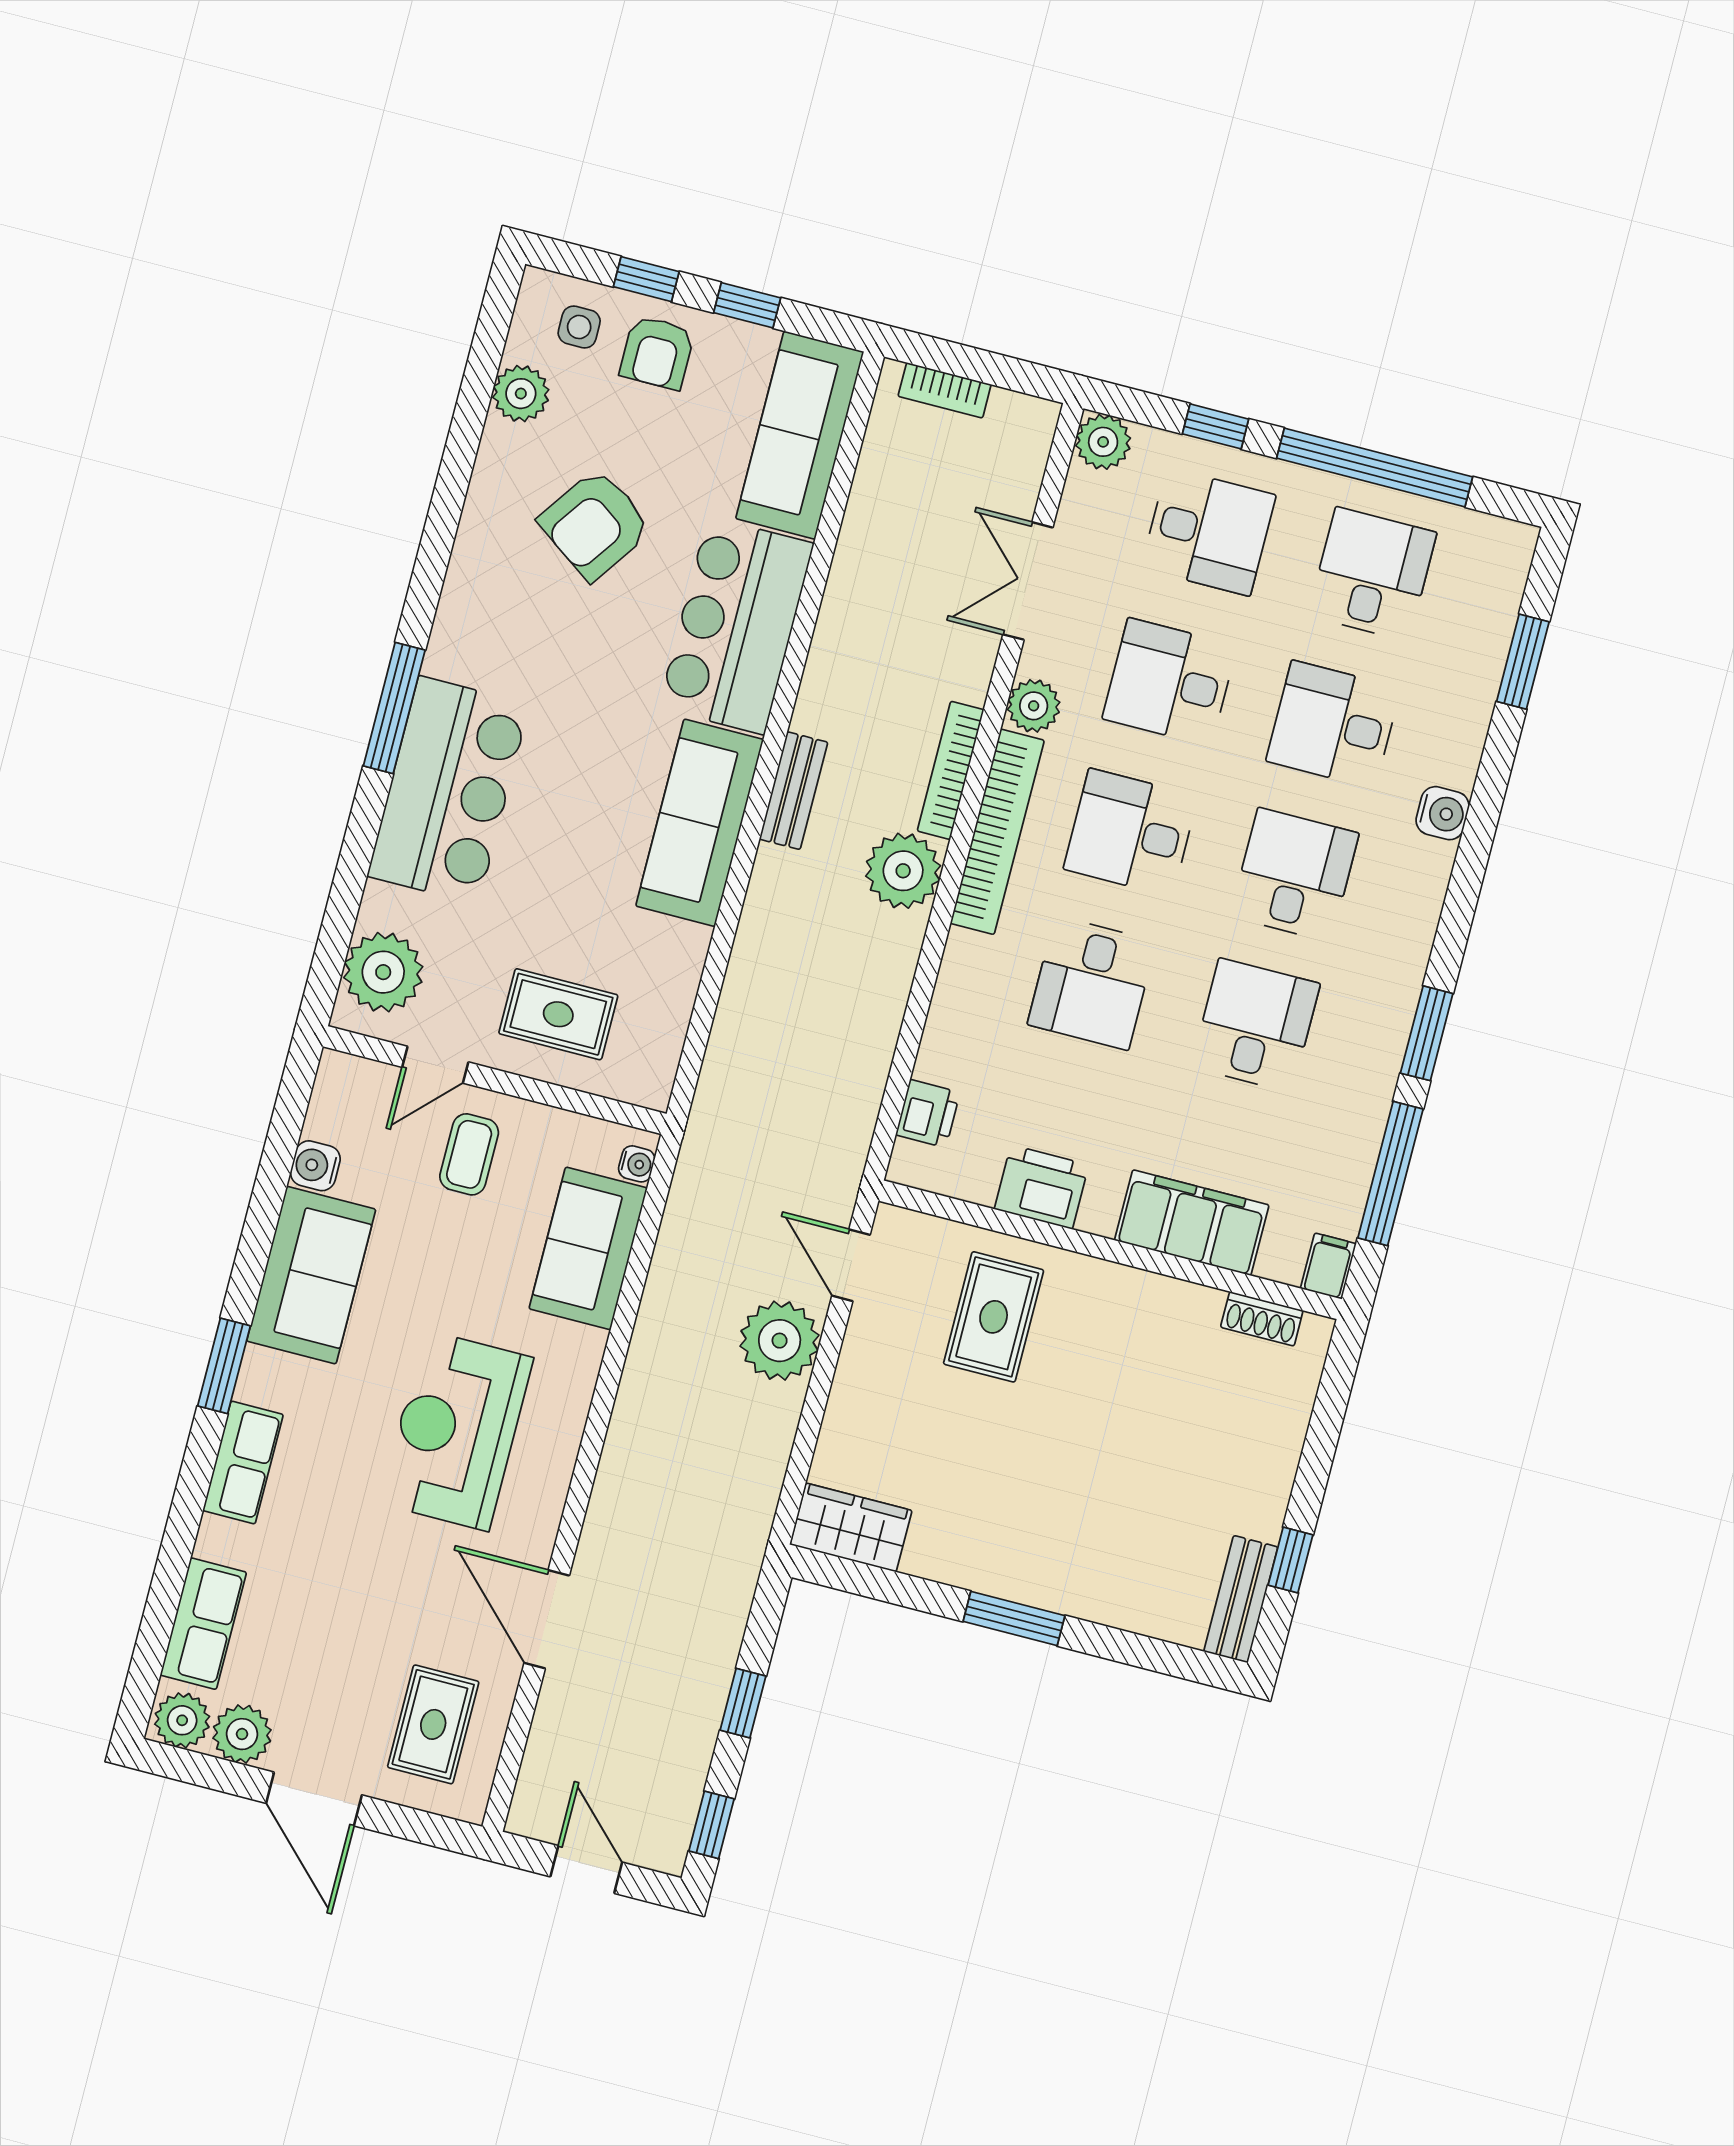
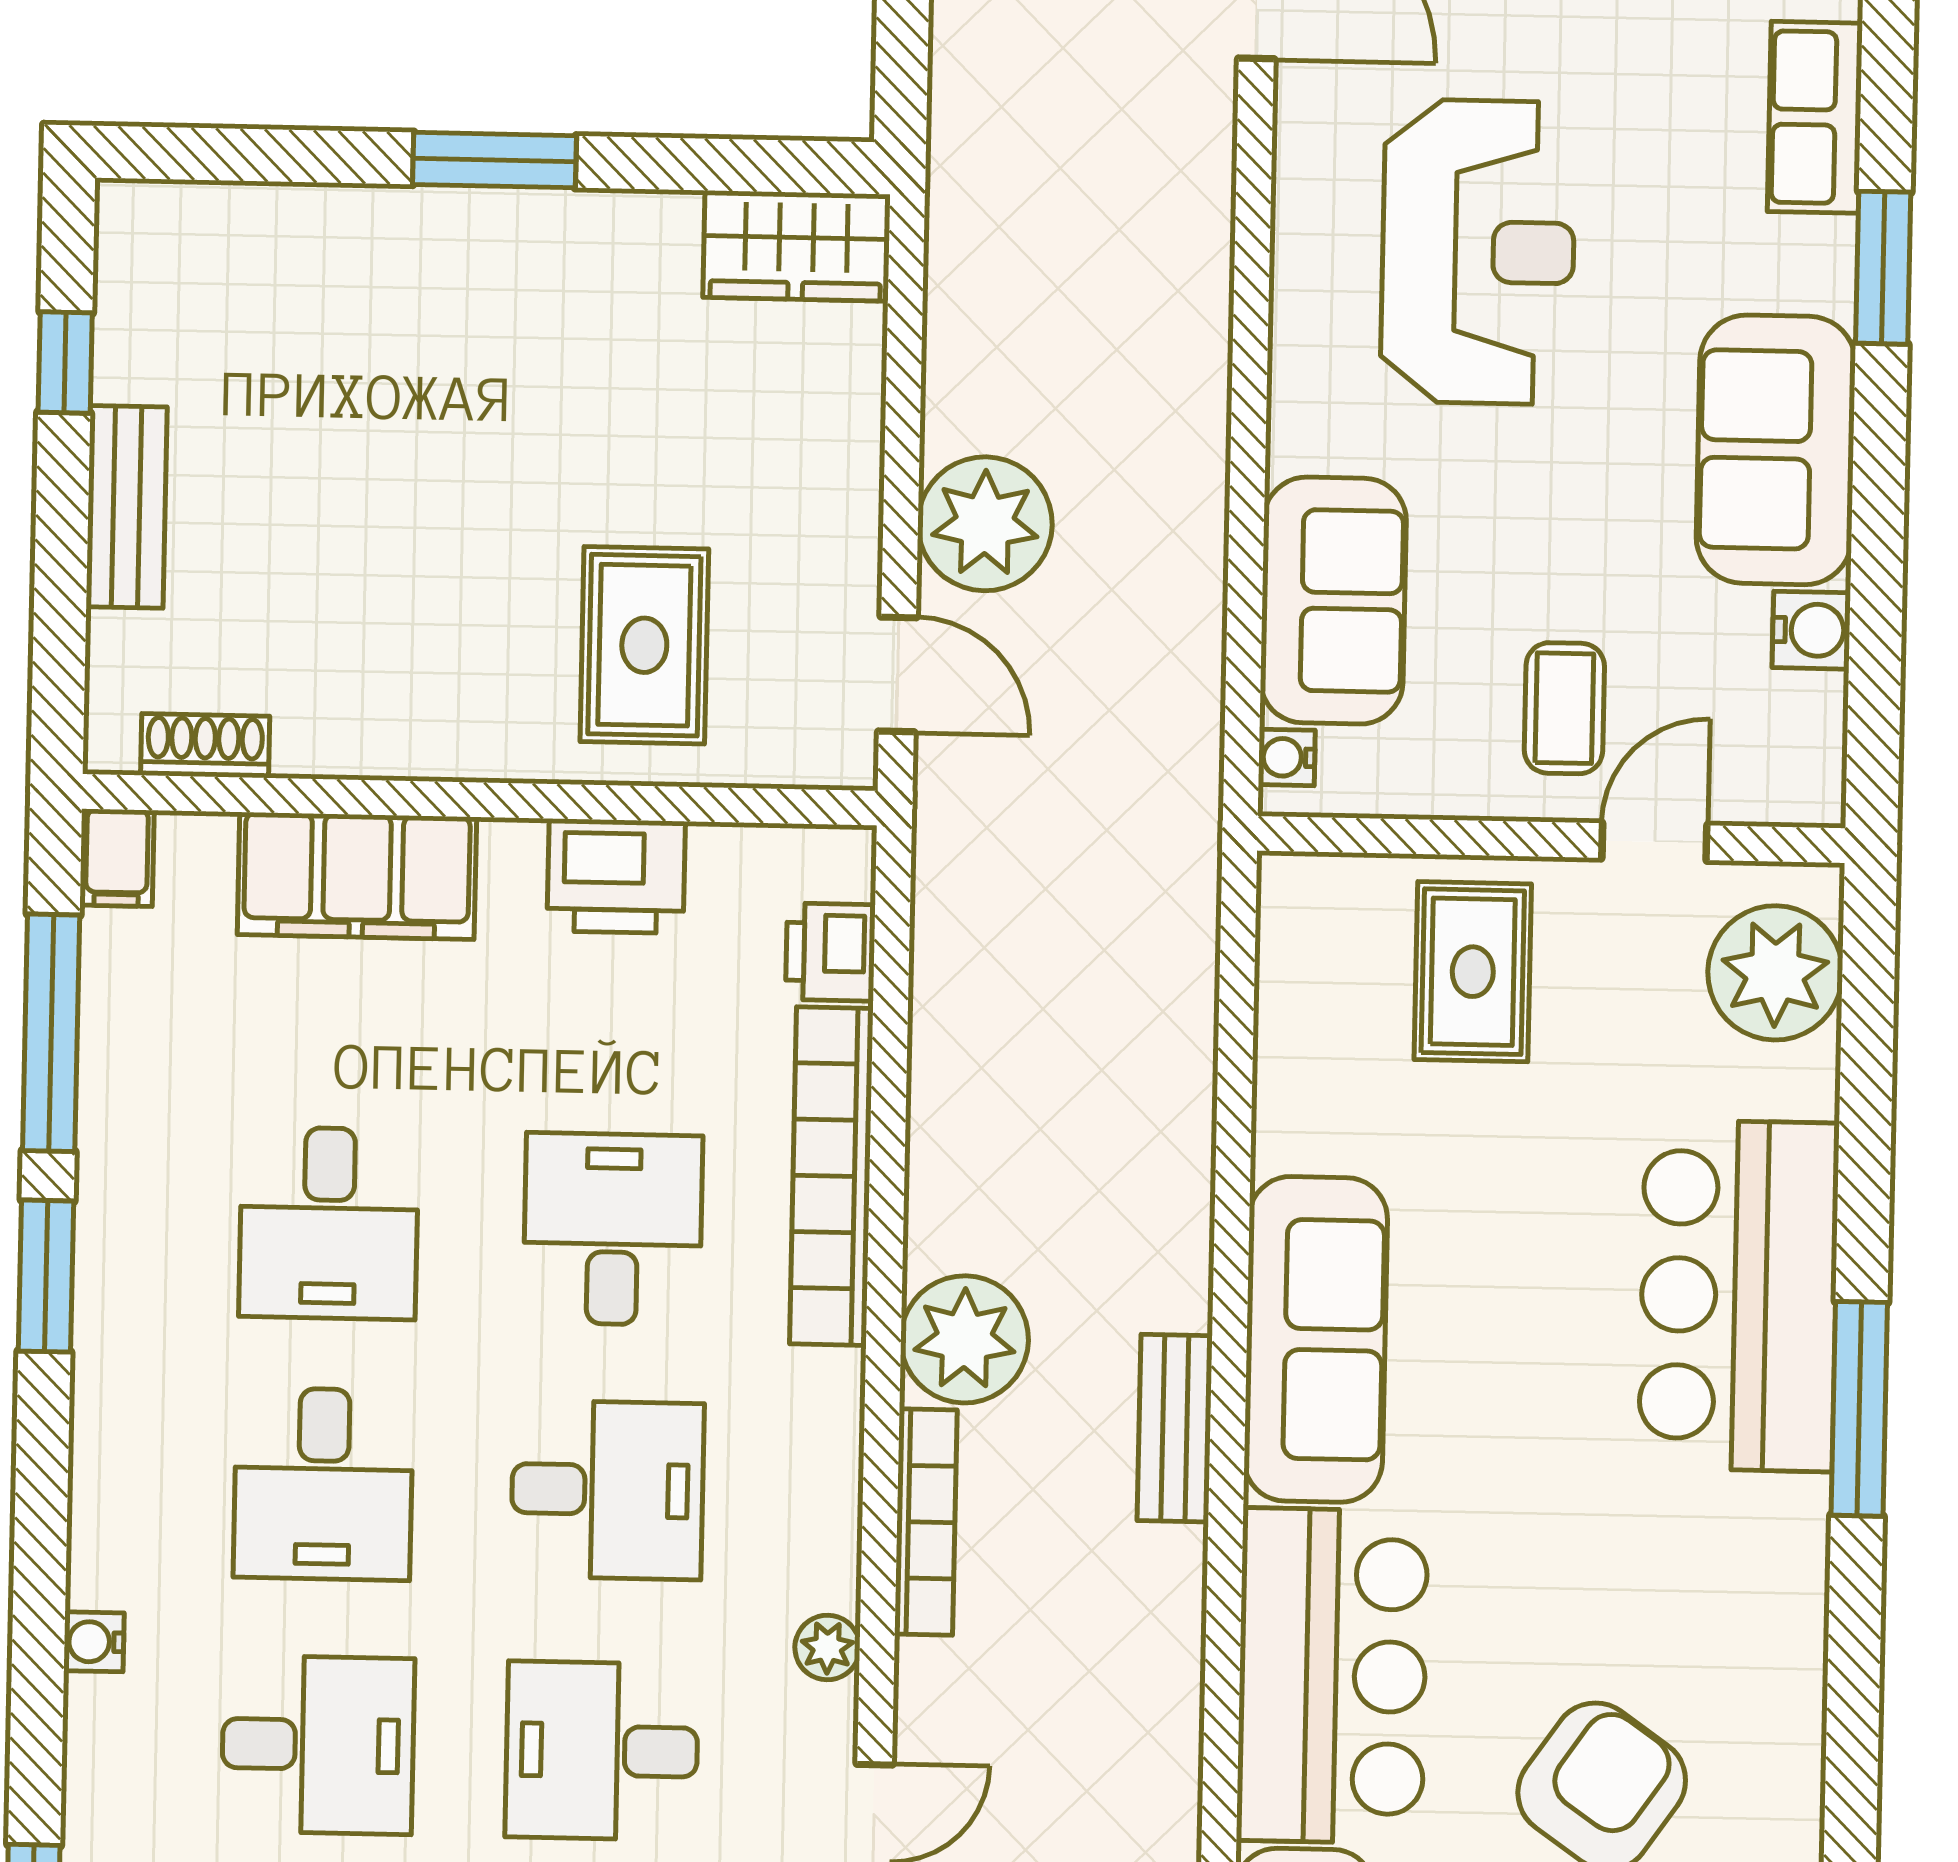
desk: (1170, 682) -> (602, 1751), turned 180
plant: (1034, 706) -> (827, 1648), width x0.73, depth x0.73
water cooler: (1443, 813) -> (94, 1642), width x0.72, depth x0.72
bookcase: (997, 832) -> (831, 1176), moved
rug: (558, 1014) -> (1473, 972), turned 90
bench: (1241, 1599) -> (127, 507), moved

